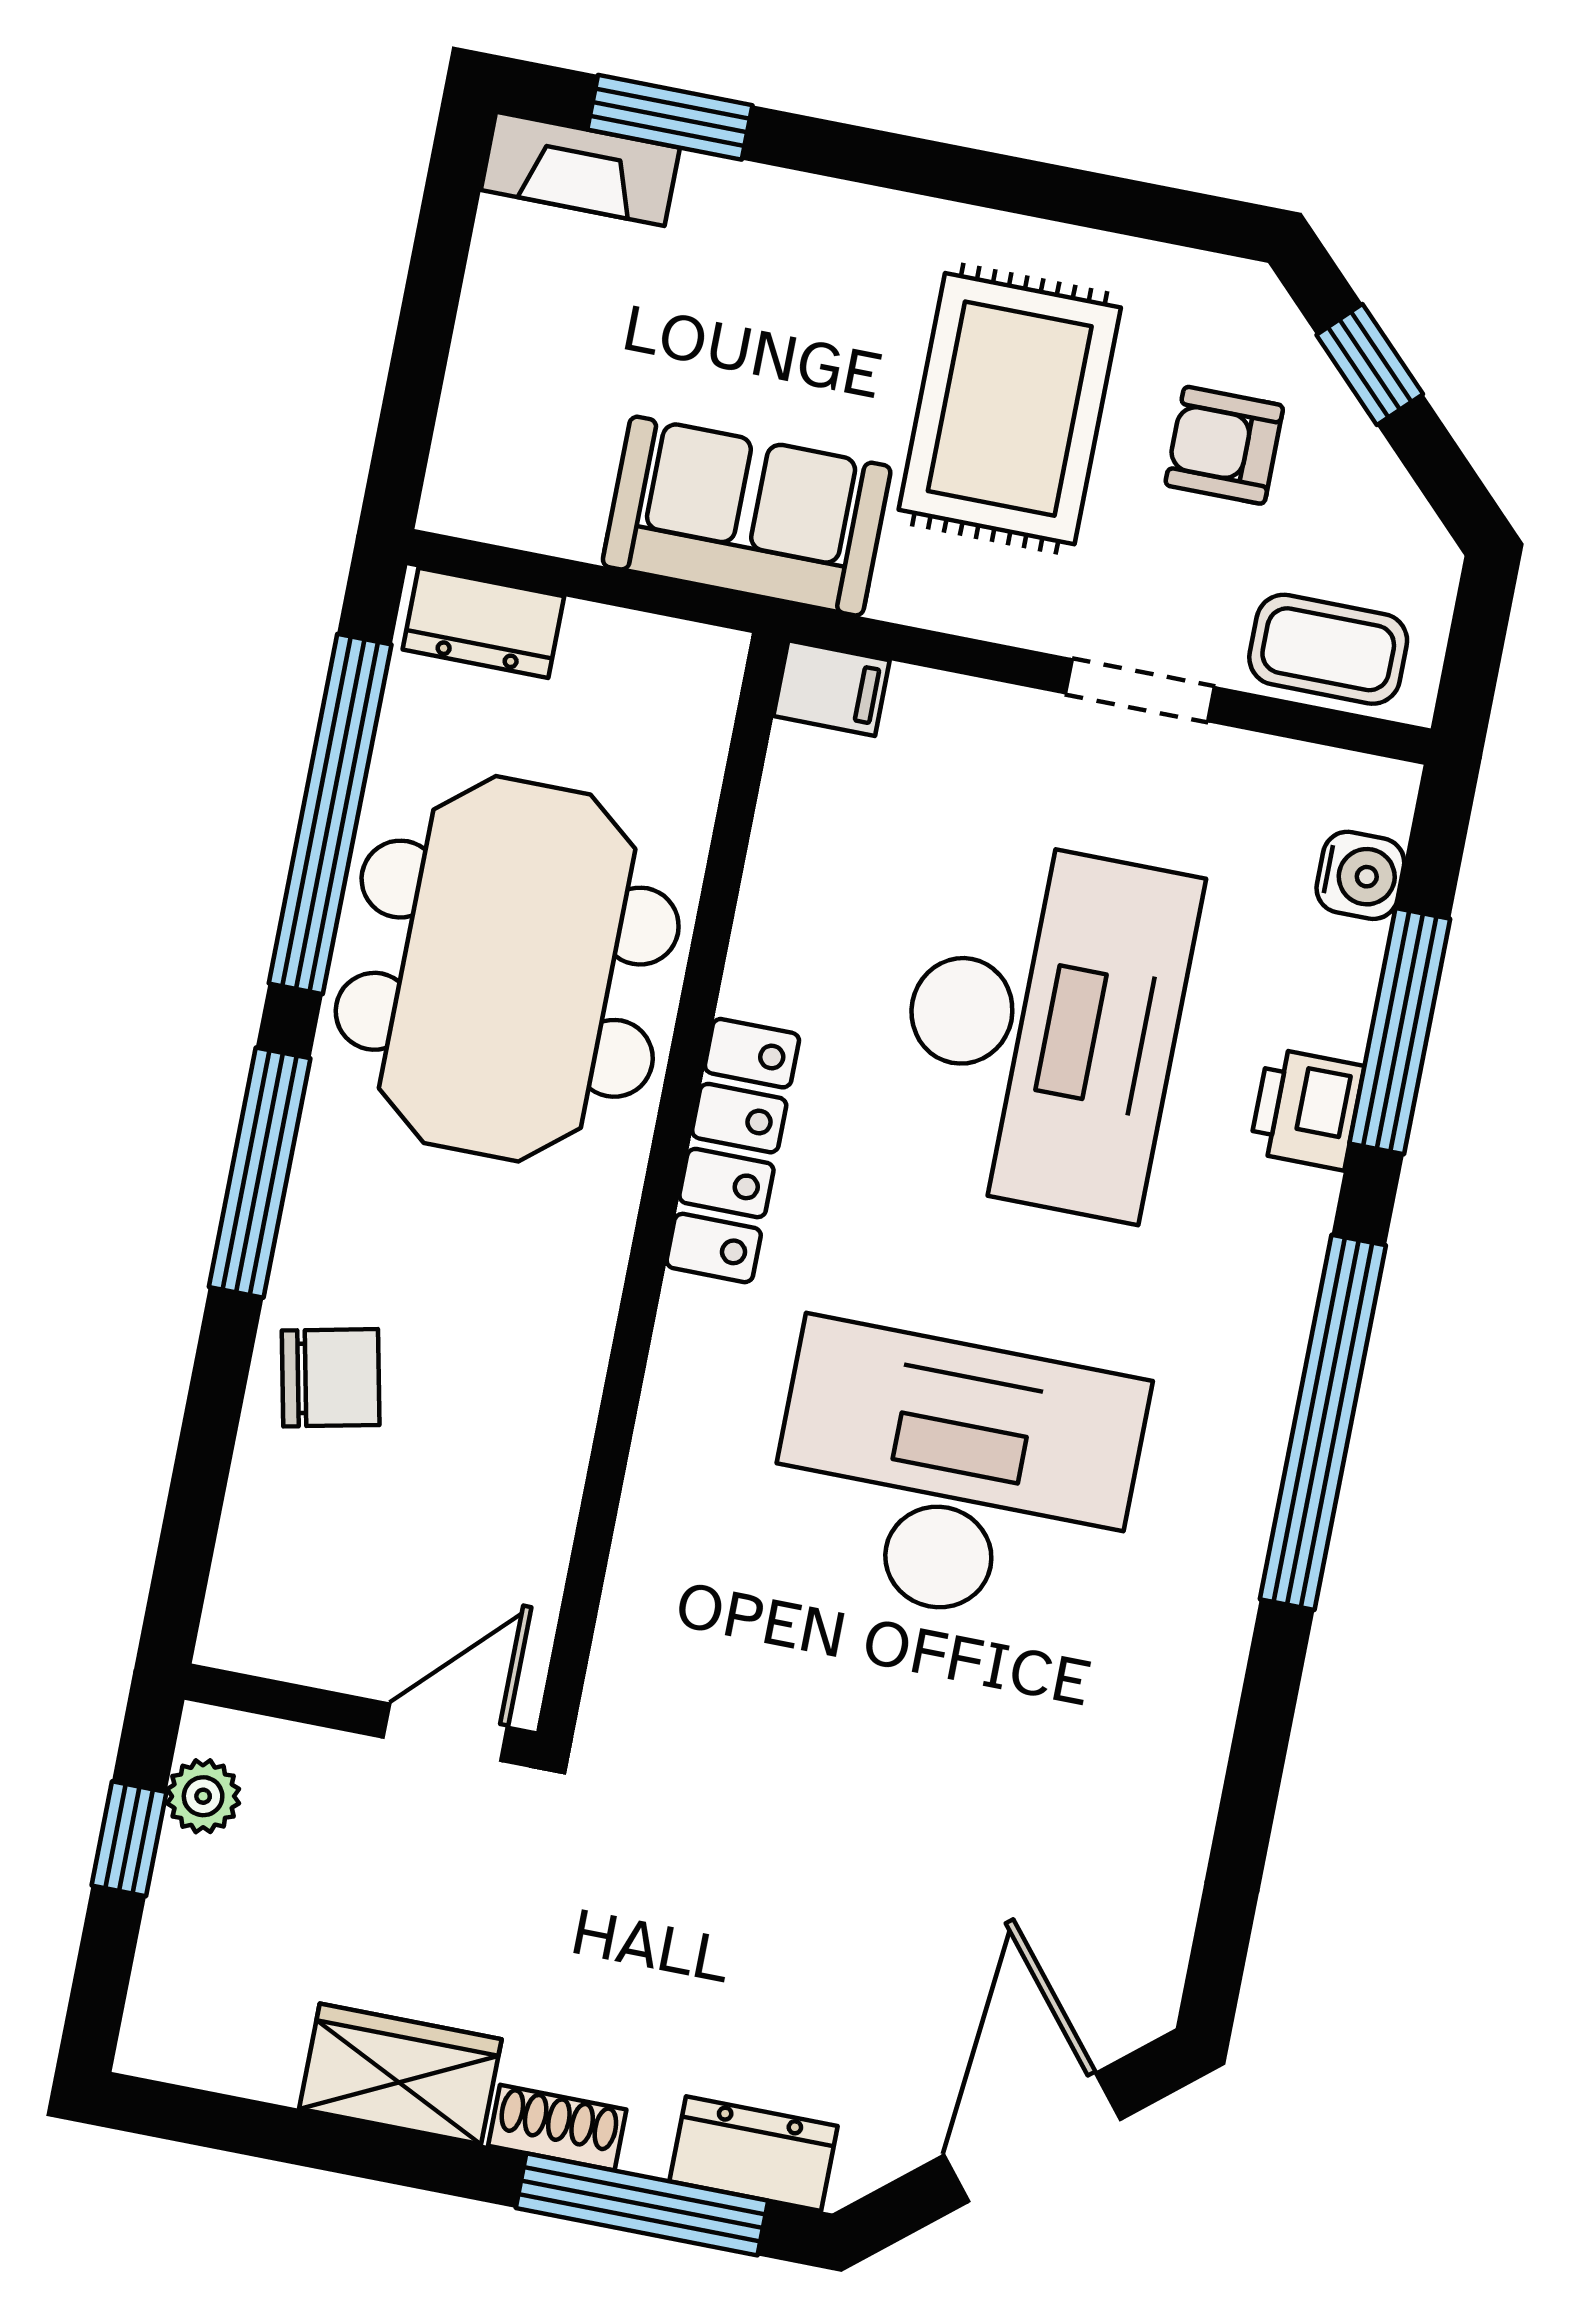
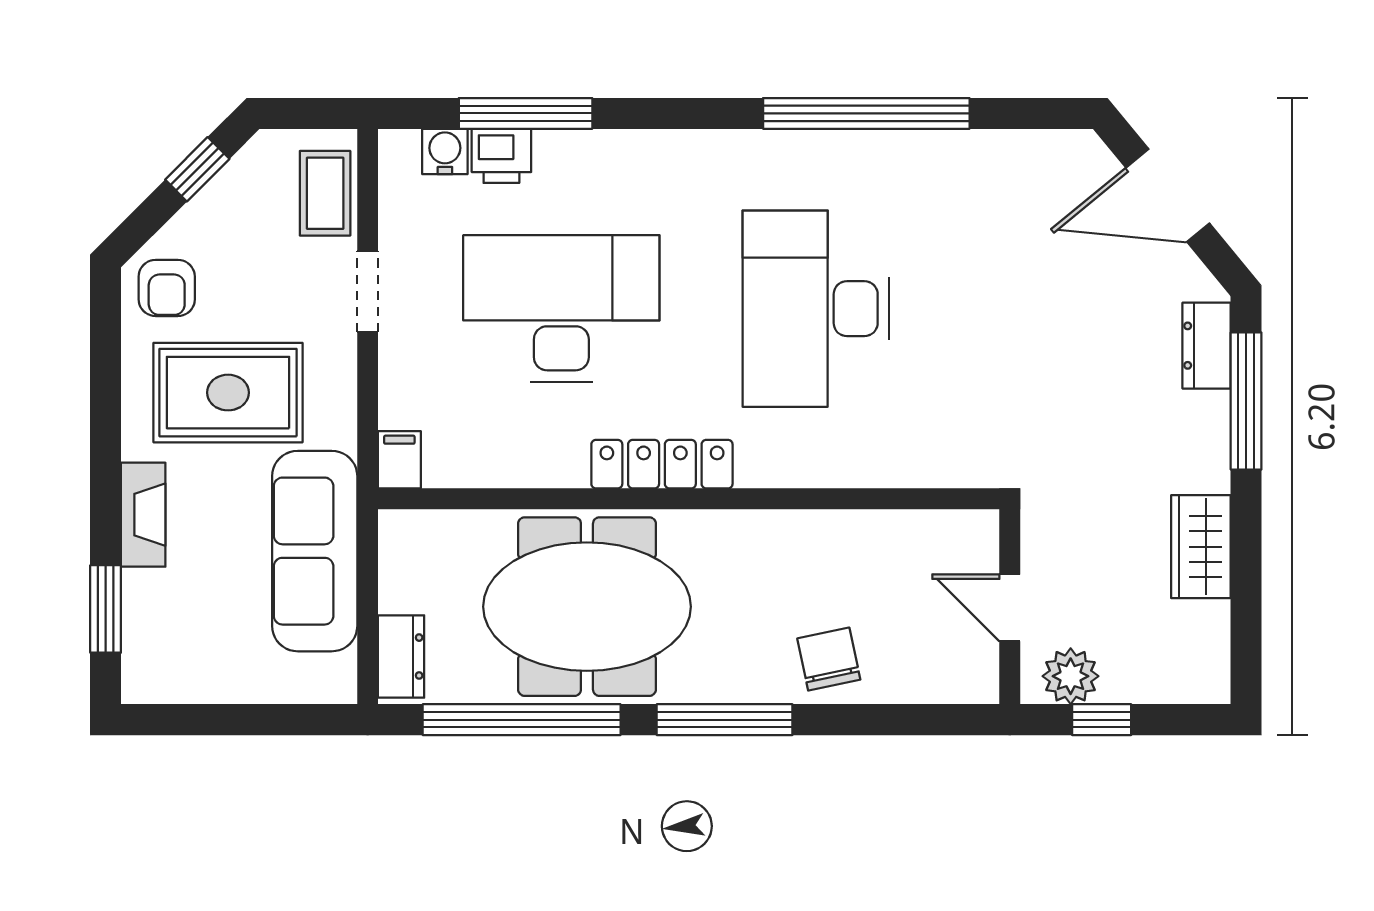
fireplace: (580, 169) -> (143, 515), moved
window: (1370, 364) -> (197, 169), moved
armchair: (1224, 445) -> (167, 288), moved
sofa: (747, 516) -> (315, 551), width x1.36
printer: (1307, 1109) -> (501, 156), moved
window: (1323, 1422) -> (866, 113), moved
door: (445, 1732) -> (1010, 608), moved
plant: (203, 1796) -> (1071, 676), width x1.38, depth x1.38
shoe rack: (557, 2128) -> (1213, 455), removed

